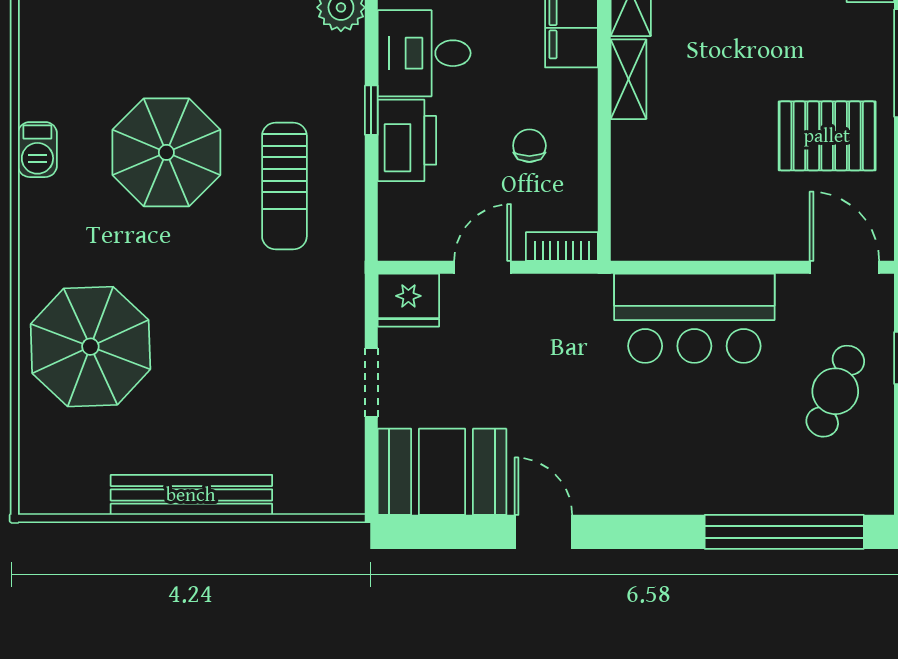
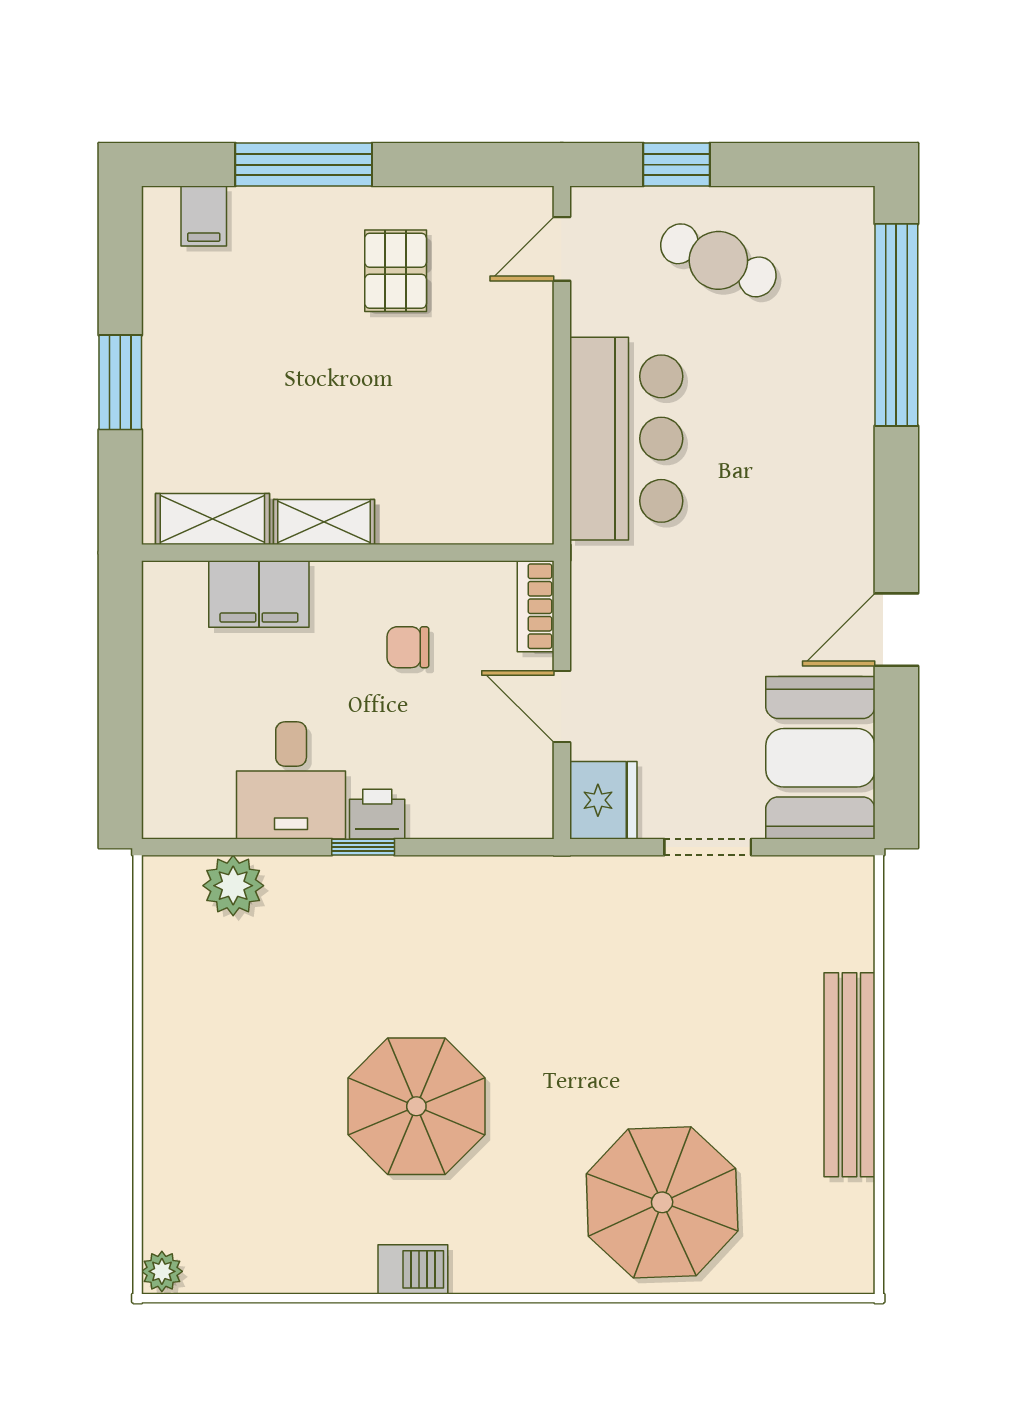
pallet: (827, 136) -> (396, 271), width x0.67, depth x0.71
printer: (407, 140) -> (377, 814), width x0.53, depth x0.68
sun lounger: (284, 186) -> (459, 957), removed
door: (844, 267) -> (562, 249), width x0.73

